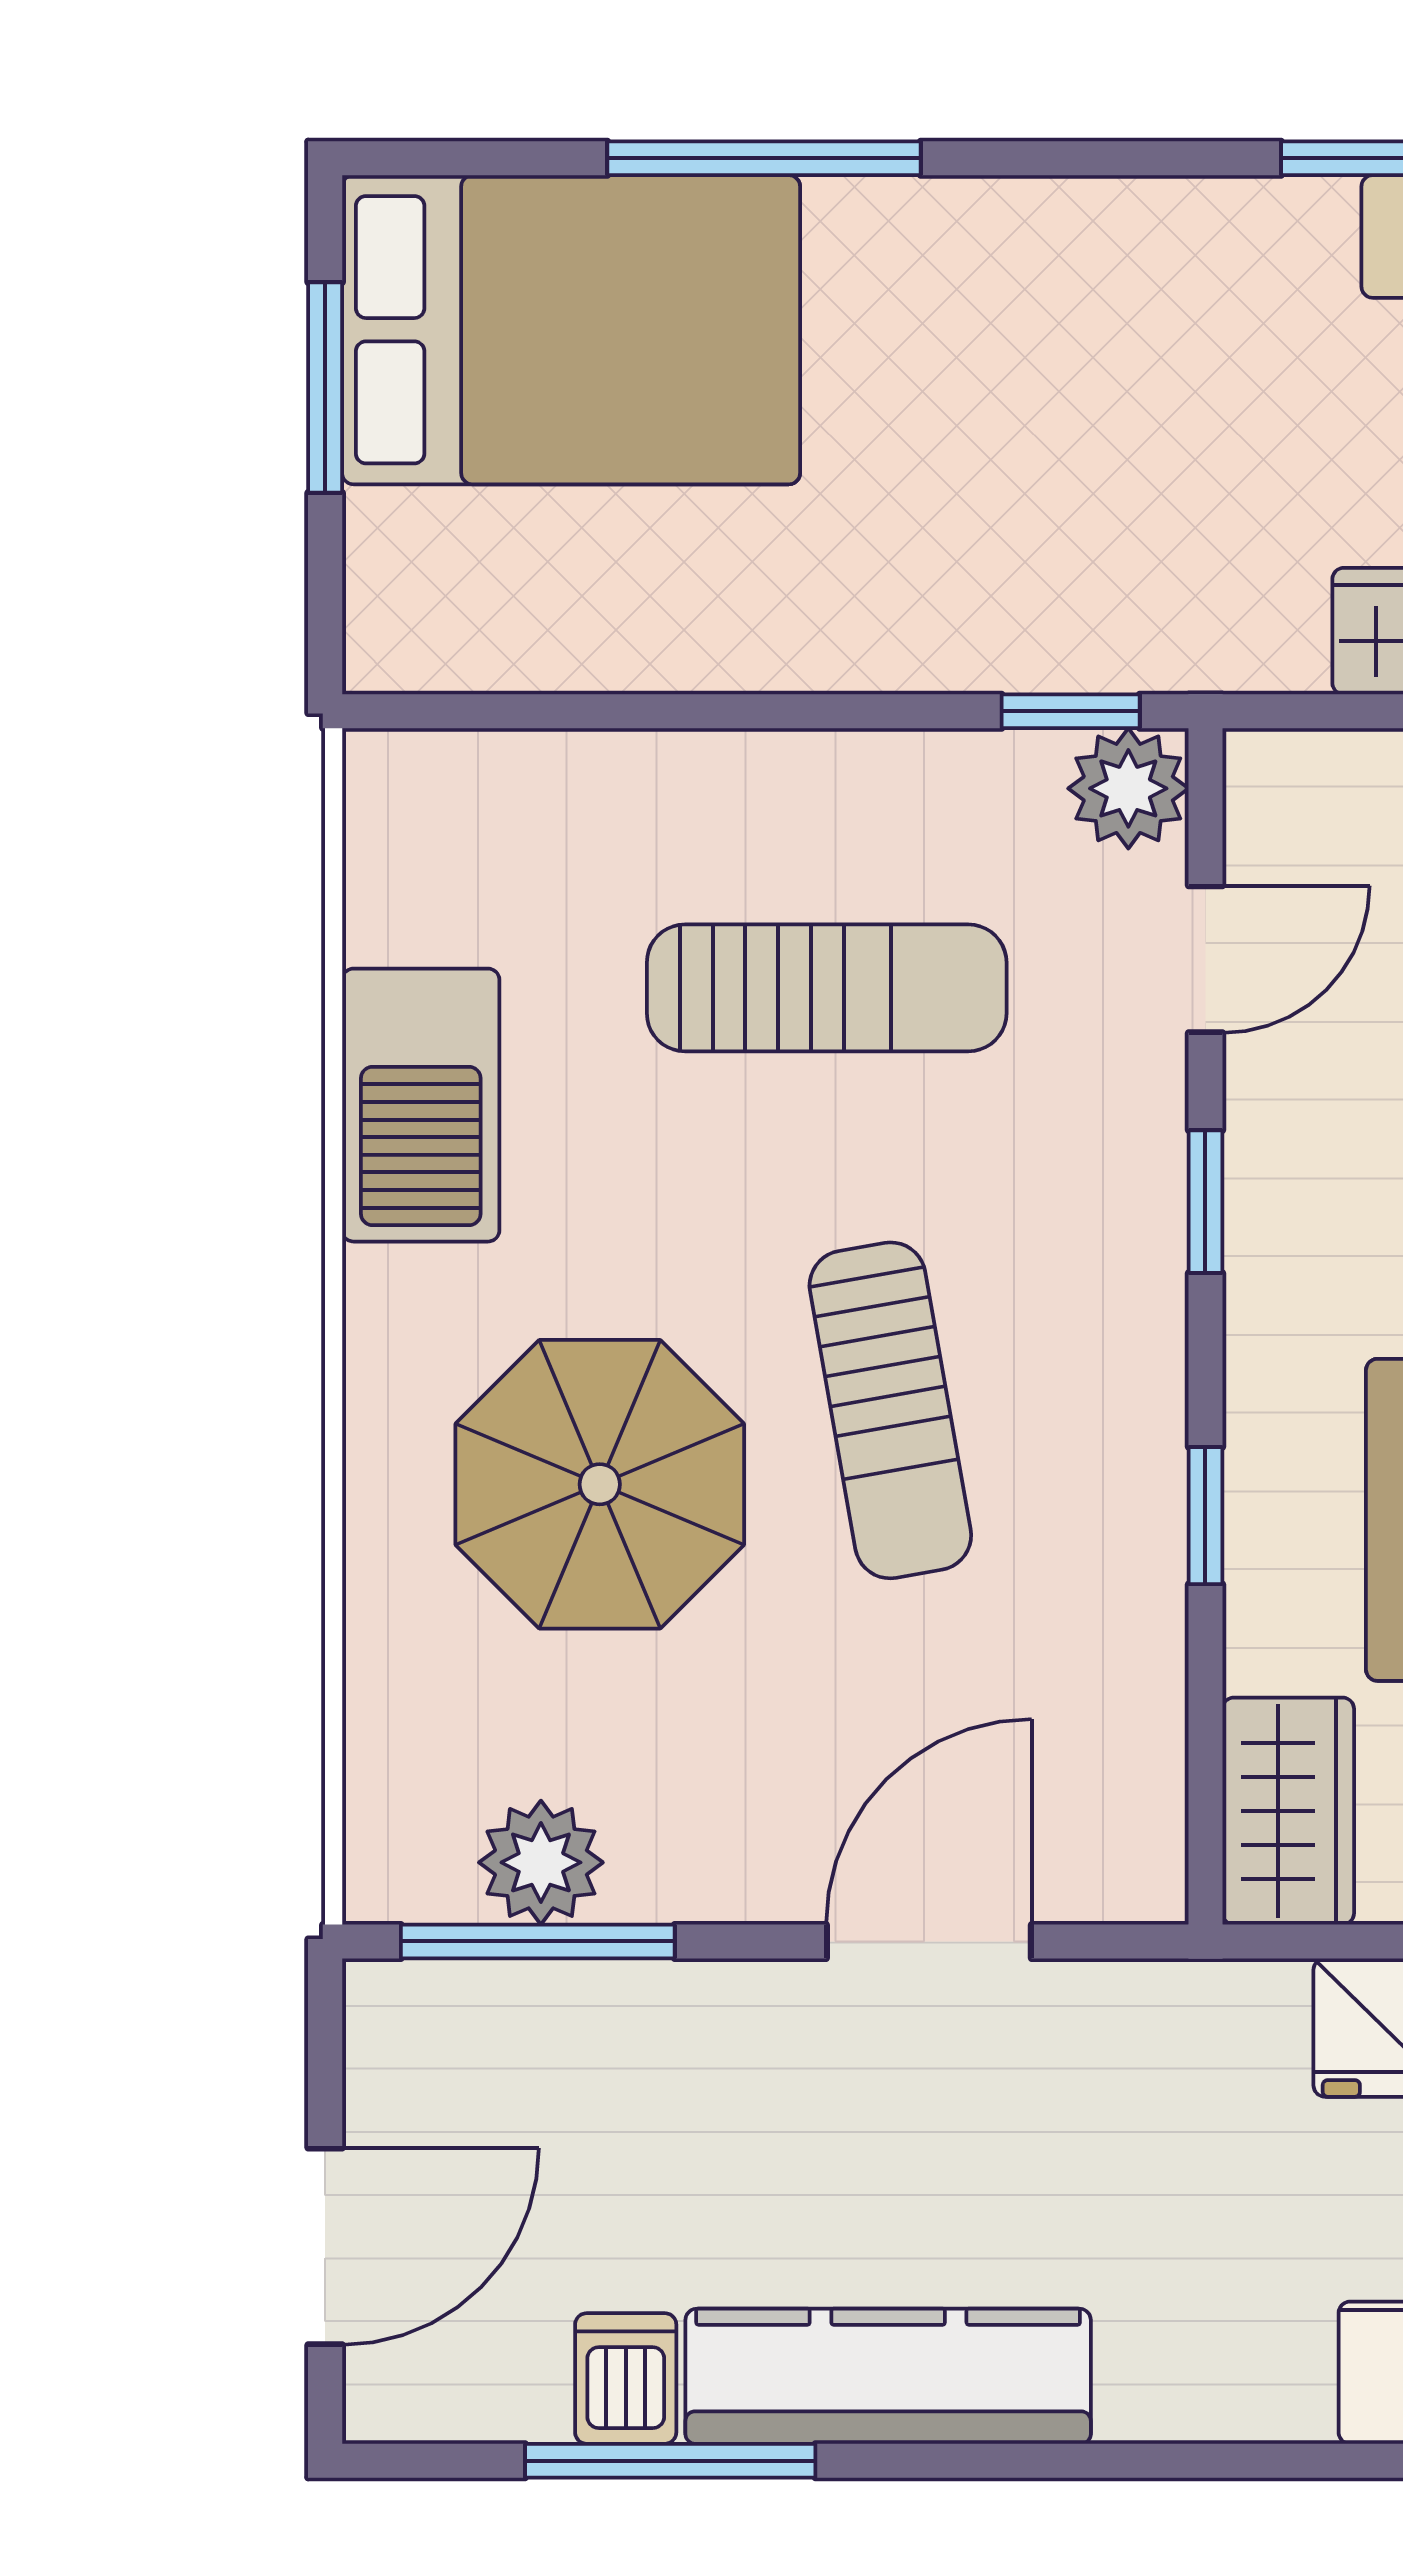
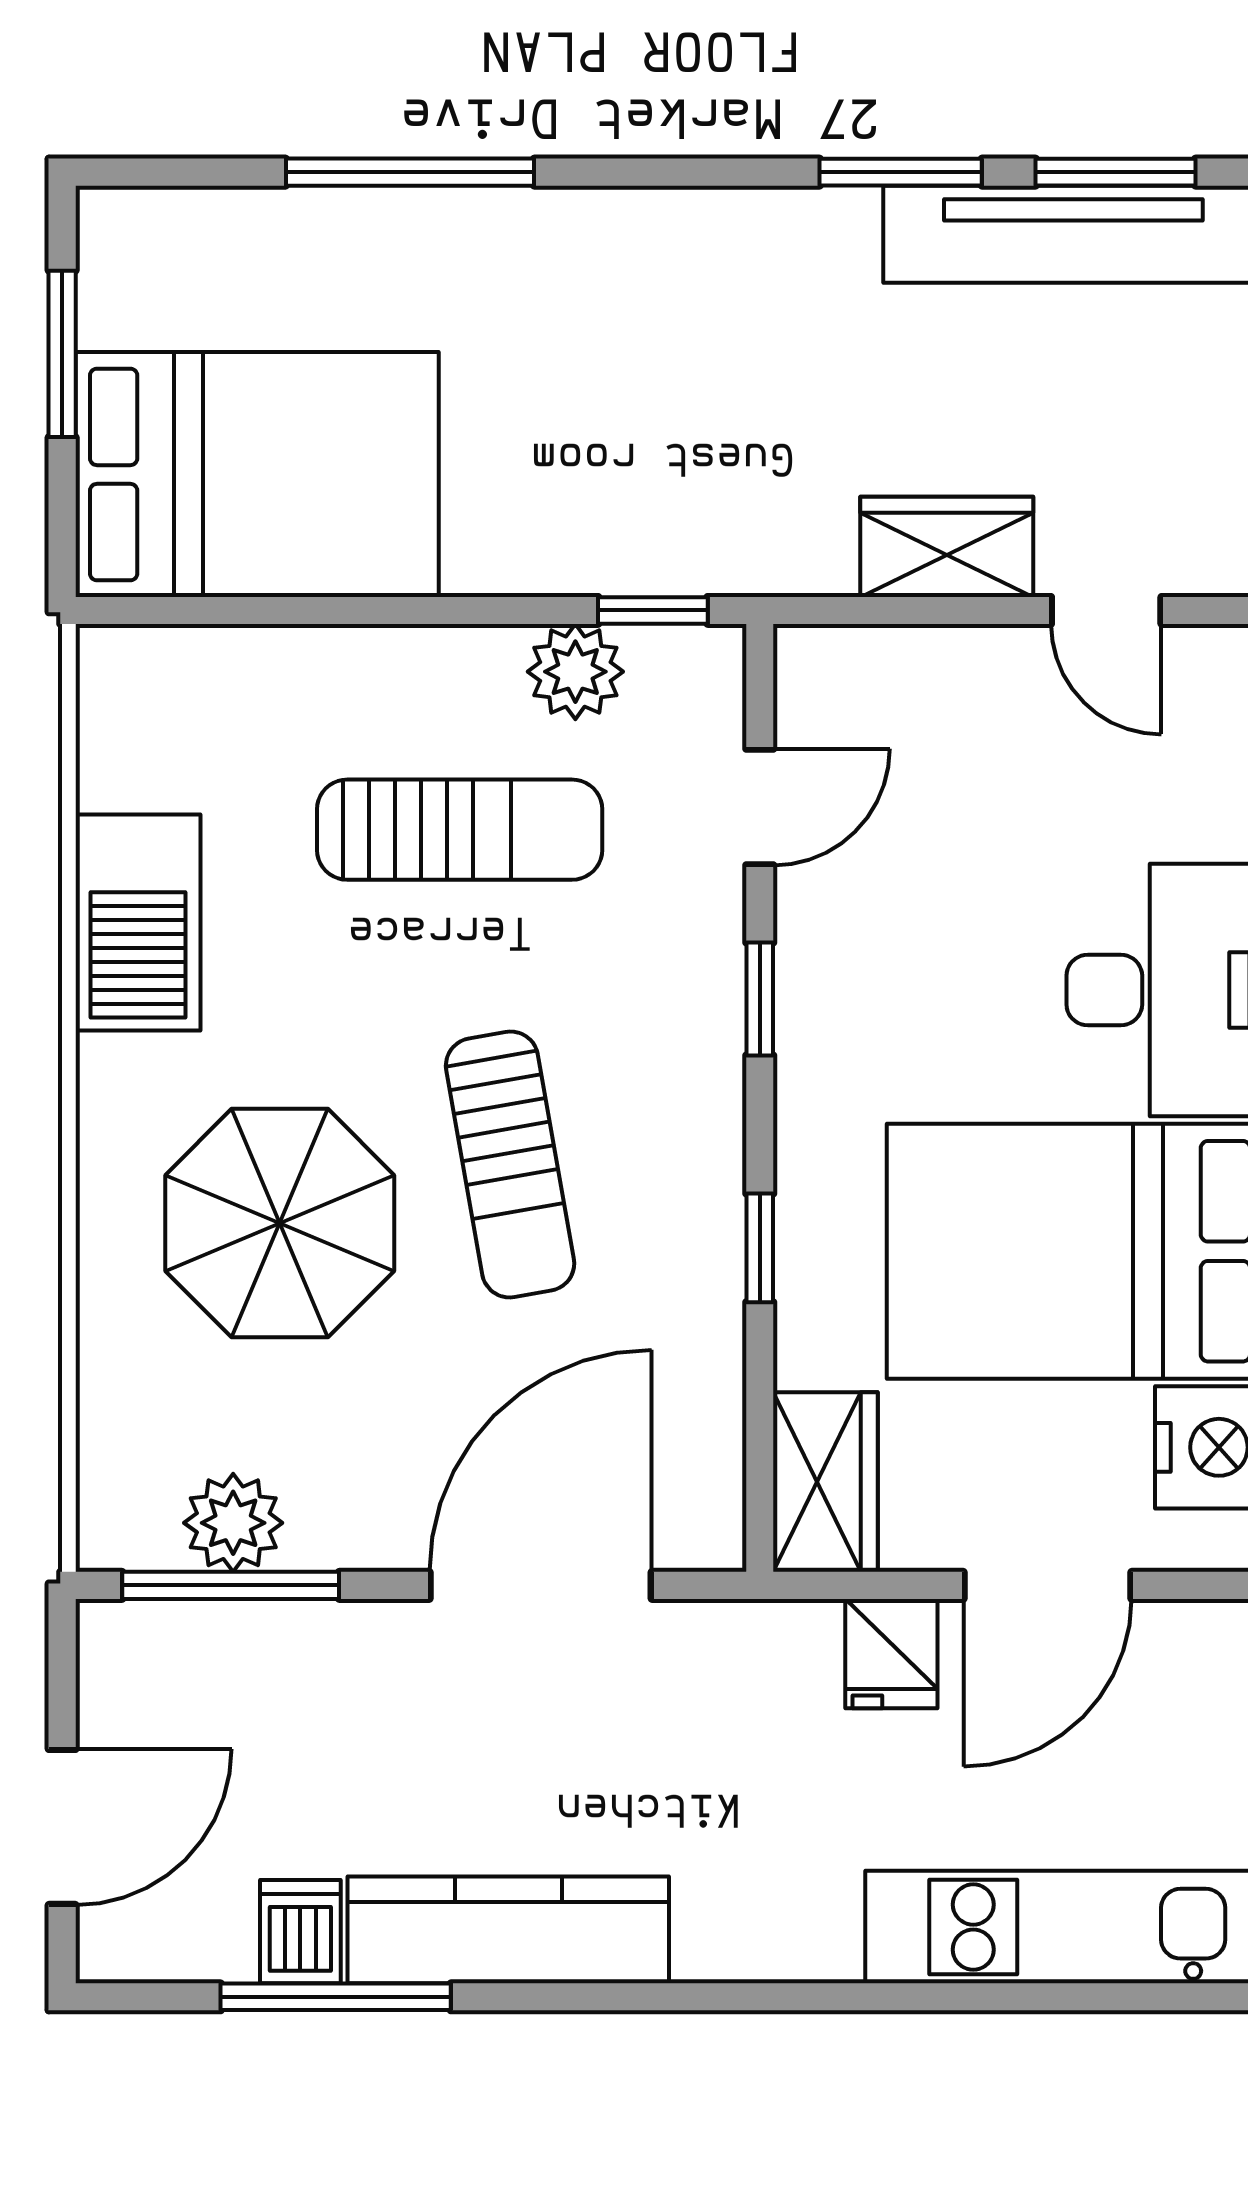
bed: (571, 330) -> (257, 474), moved
plant: (1128, 788) -> (575, 672), moved
door: (929, 1941) -> (541, 1585), width x1.36

